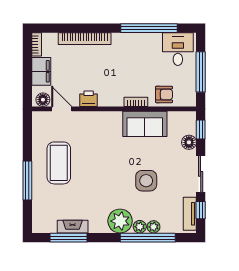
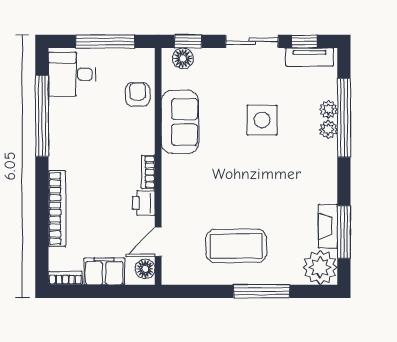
bookcase: (136, 102) -> (148, 172), moved
floor lamp: (189, 142) -> (183, 58), moved
plant: (120, 221) -> (320, 267), moved

